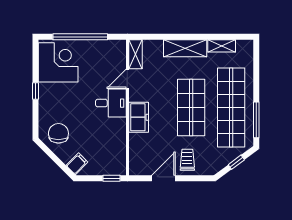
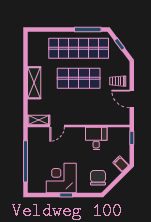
shelving: (222, 46) -> (32, 55), removed
corner desk: (58, 62) -> (61, 178), moved
door: (127, 79) -> (57, 126), hinge flipped
desk: (111, 103) -> (96, 138), moved
freezer: (139, 117) -> (86, 118), removed
chair: (58, 133) -> (98, 178), turned 90

